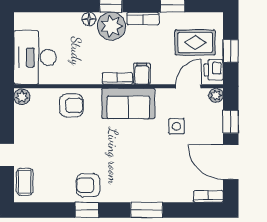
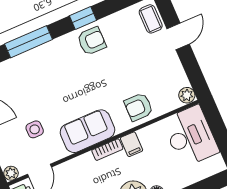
filing cabinet: (142, 74) -> (132, 144), moved
window: (147, 210) -> (29, 42), width x1.44

